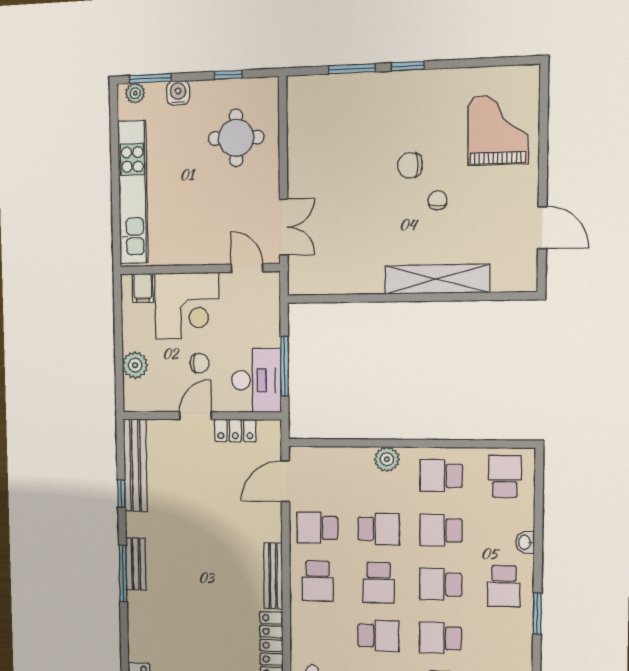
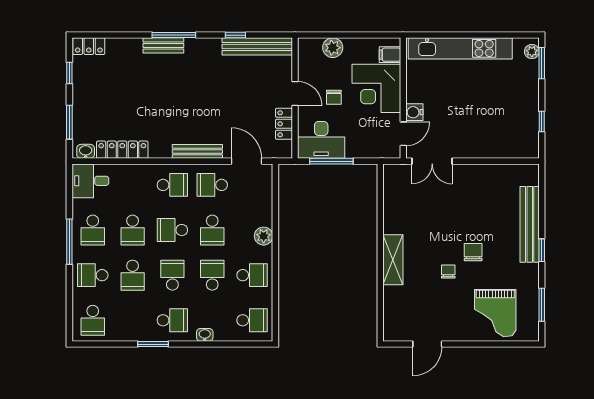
window: (352, 69) -> (542, 305), moved
bench: (371, 85) -> (530, 224), added
water cooler: (178, 93) -> (414, 112), moved, turned 180
grand piano: (498, 130) -> (495, 313), turned 90
round table: (236, 138) -> (497, 127), removed
chair: (438, 200) -> (448, 272), turned -90
shelving: (437, 279) -> (393, 260), width x0.68
school desk: (441, 476) -> (252, 275), turned 90
school desk: (317, 528) -> (212, 185), turned -90
bench: (136, 564) -> (163, 45), moved
bench: (273, 576) -> (197, 151), moved
school desk: (318, 581) -> (172, 185), turned 180
school desk: (504, 586) -> (172, 320), turned 180
school desk: (440, 638) -> (133, 275), turned 180

